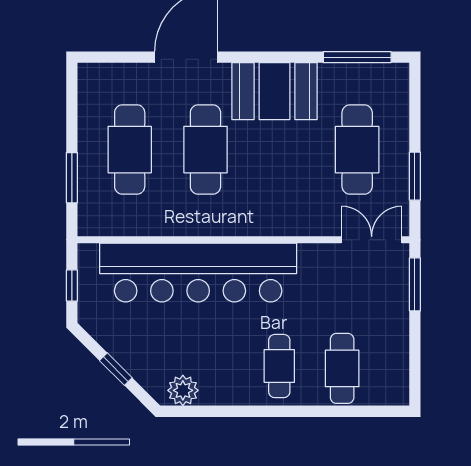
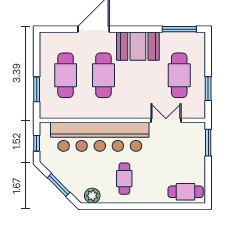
double door: (372, 240) -> (166, 120), moved
cafe table: (279, 366) -> (124, 179), moved
cafe table: (342, 368) -> (186, 192), moved, turned 90
window: (116, 369) -> (59, 185), width x1.50

